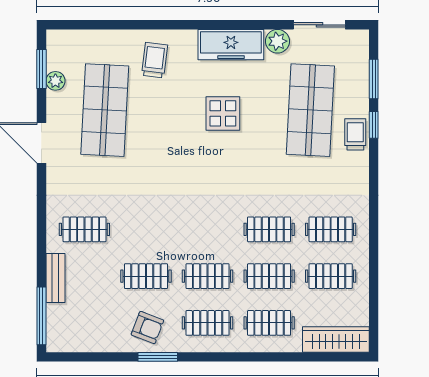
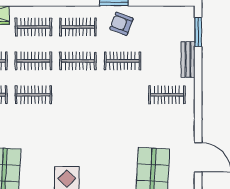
window: (41, 316) -> (198, 32), width x0.69

